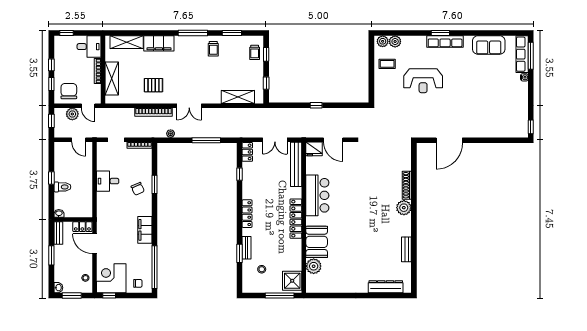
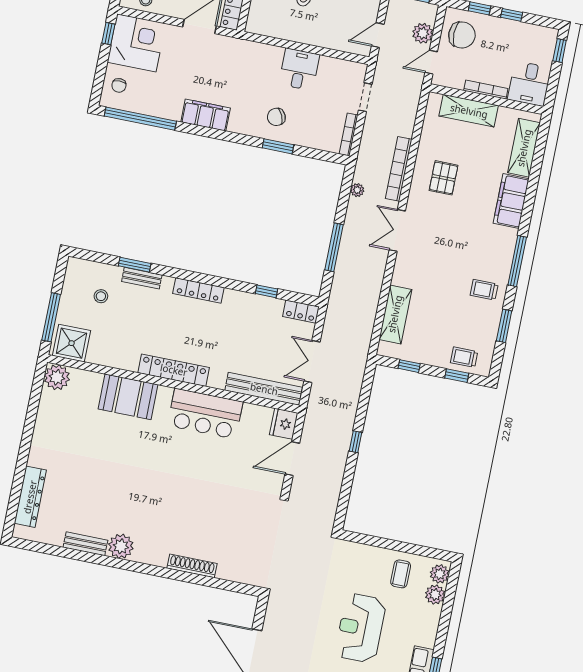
plant: (404, 208) -> (121, 546), moved
plant: (314, 266) -> (57, 377), moved

